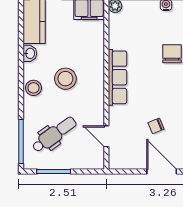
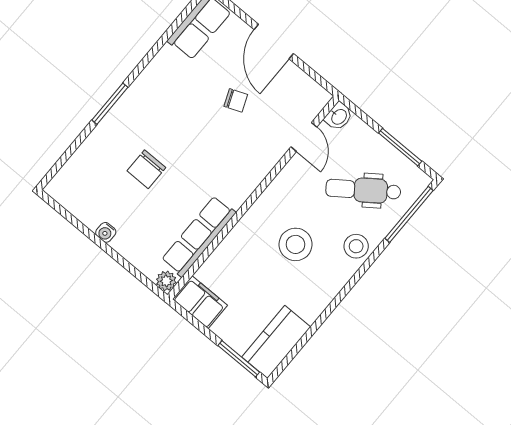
washbasin: (30, 53) -> (339, 116), moved, turned 180
row of seats: (118, 77) -> (199, 236), moved
stool: (33, 88) -> (356, 246), moved

